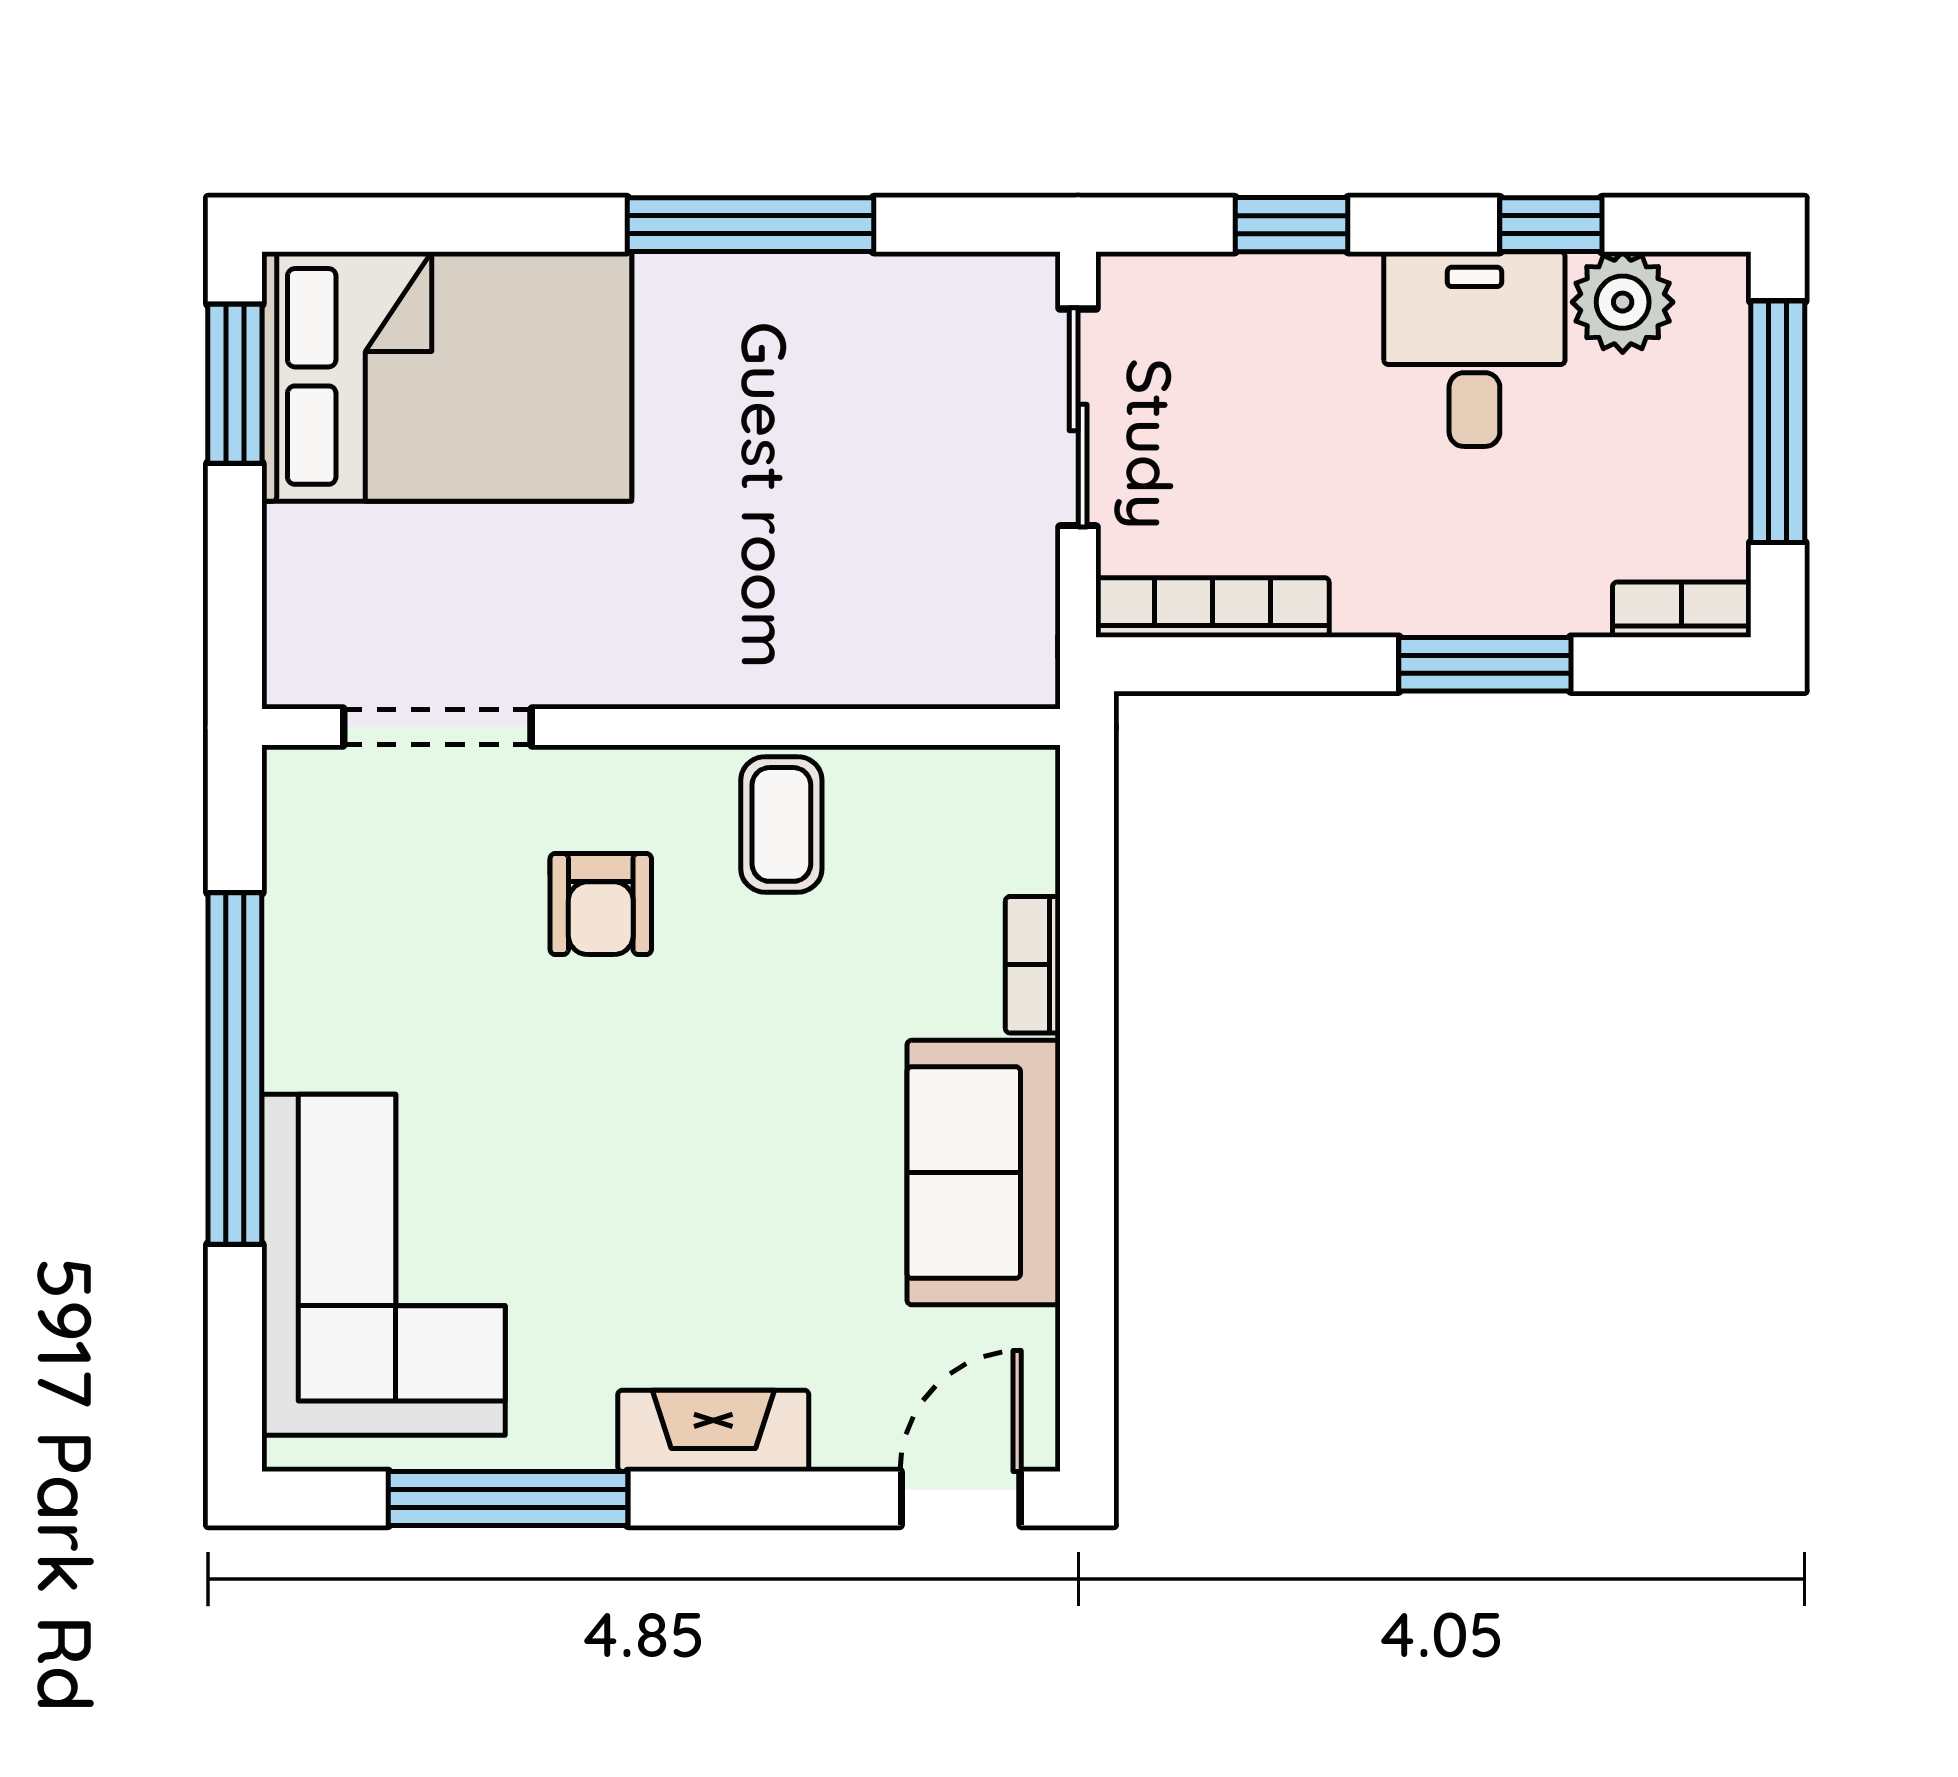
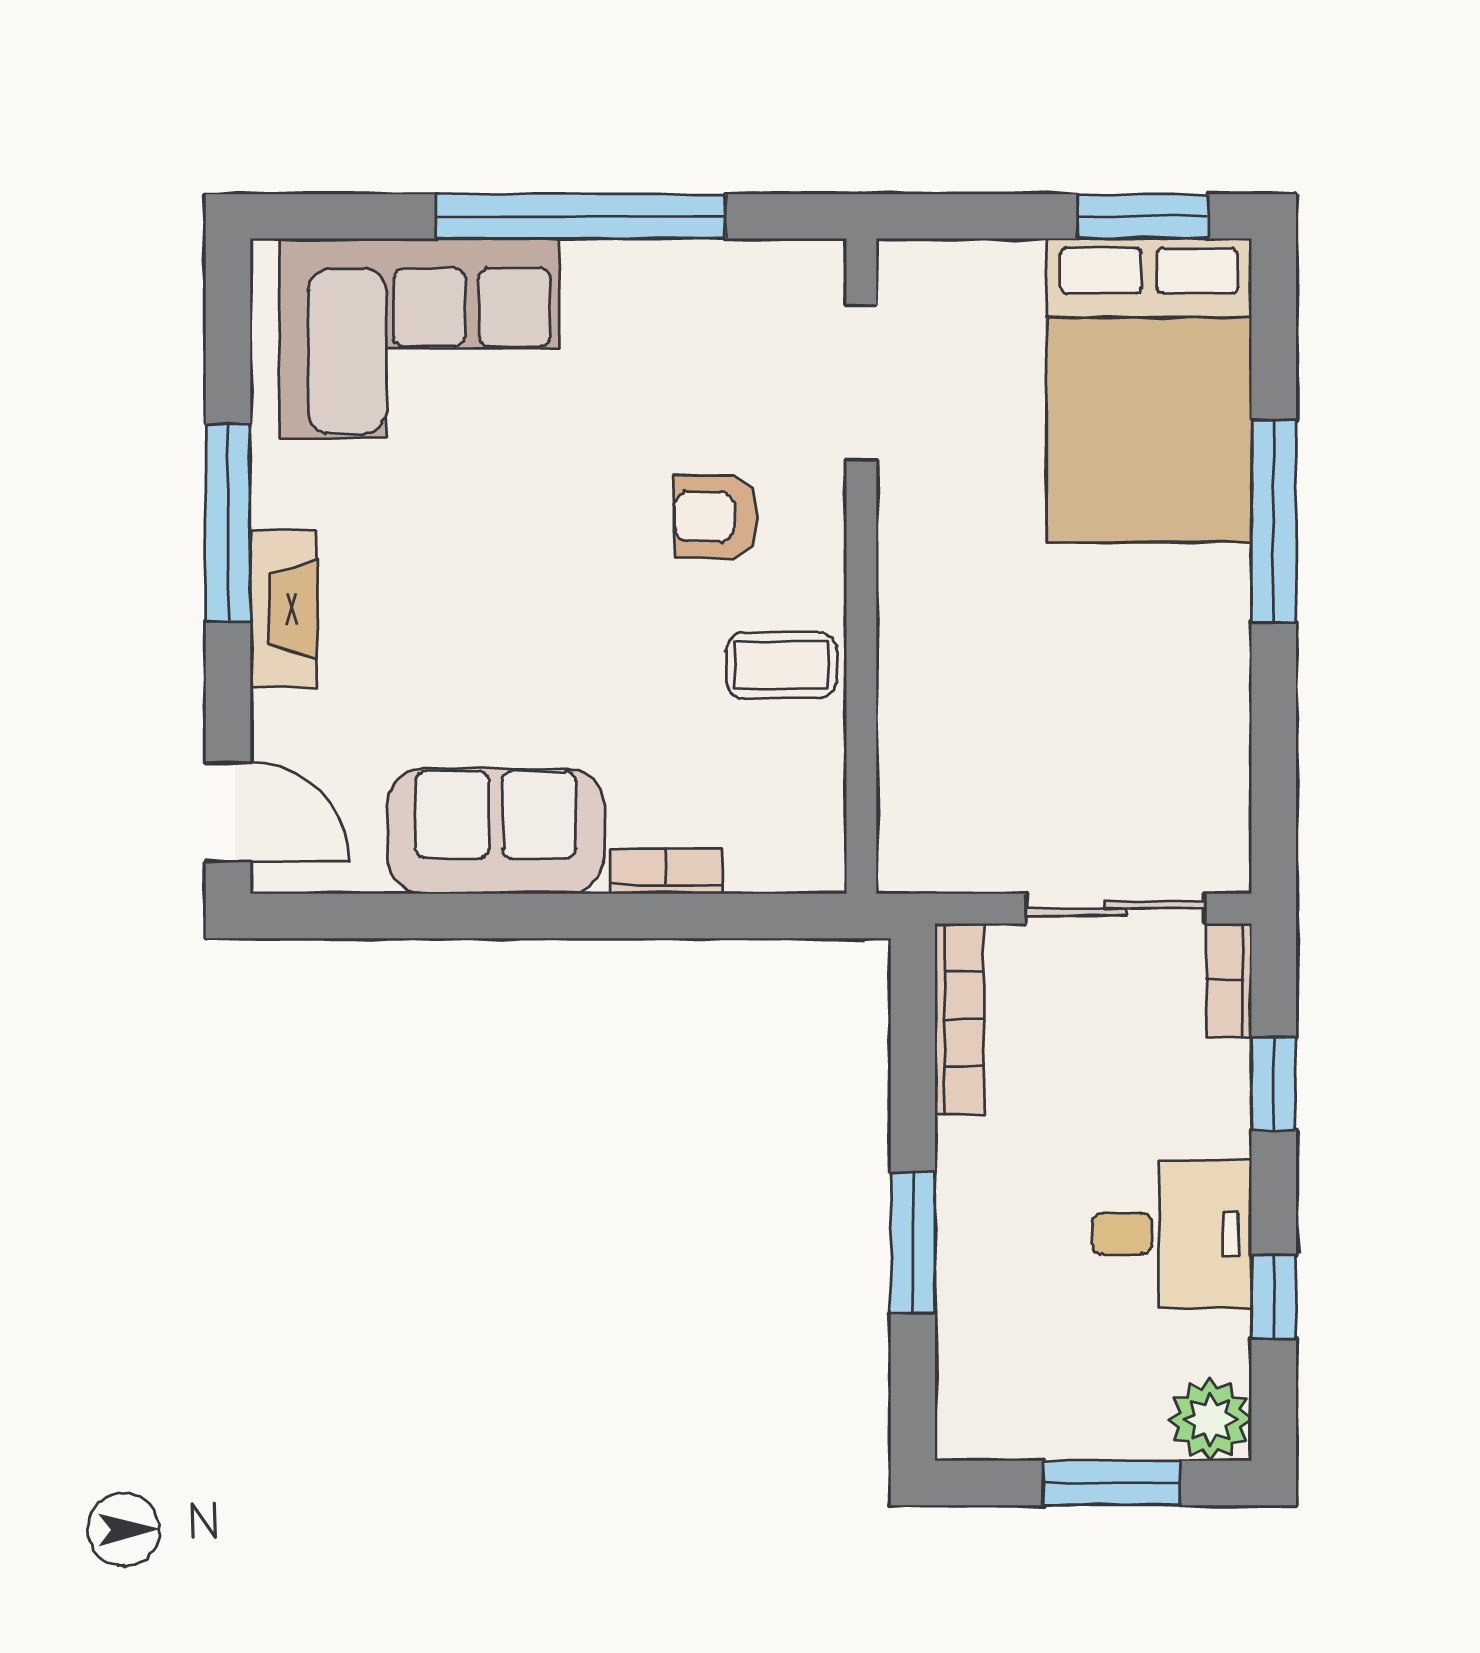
window: (750, 225) -> (1274, 521), moved
plant: (1623, 302) -> (1210, 1419), moved
window: (1778, 422) -> (1112, 1483), width x0.69
bookcase: (1682, 610) -> (1229, 980), moved, turned 180
window: (508, 1498) -> (228, 523), moved

